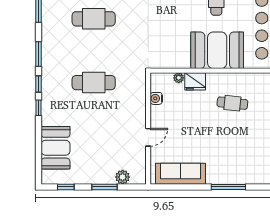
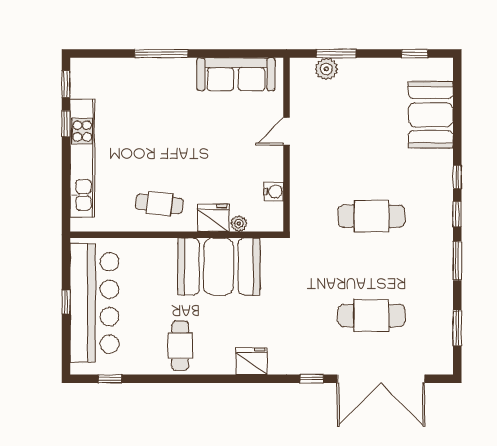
booth: (217, 50) -> (219, 267), moved
cafe table: (232, 103) -> (159, 204), moved
window: (105, 187) -> (336, 54), moved

